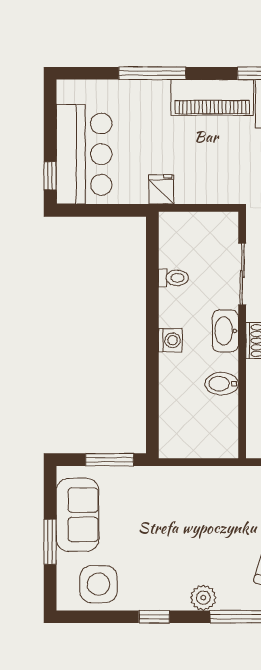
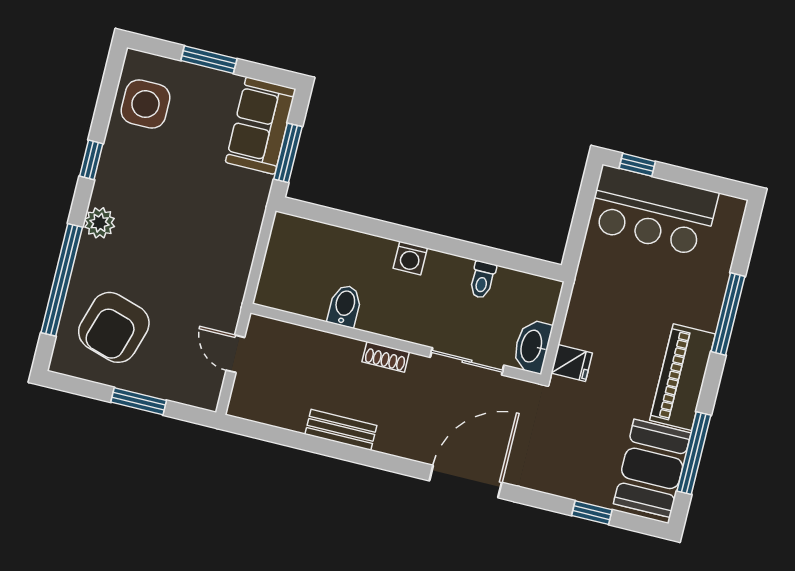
fridge: (161, 189) -> (572, 363), moved
washbasin: (225, 331) -> (532, 346), moved, turned -90
sofa: (78, 515) -> (261, 126), moved, turned 90

